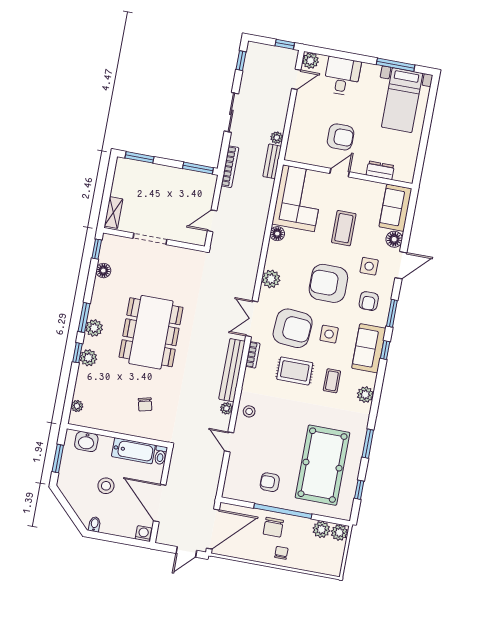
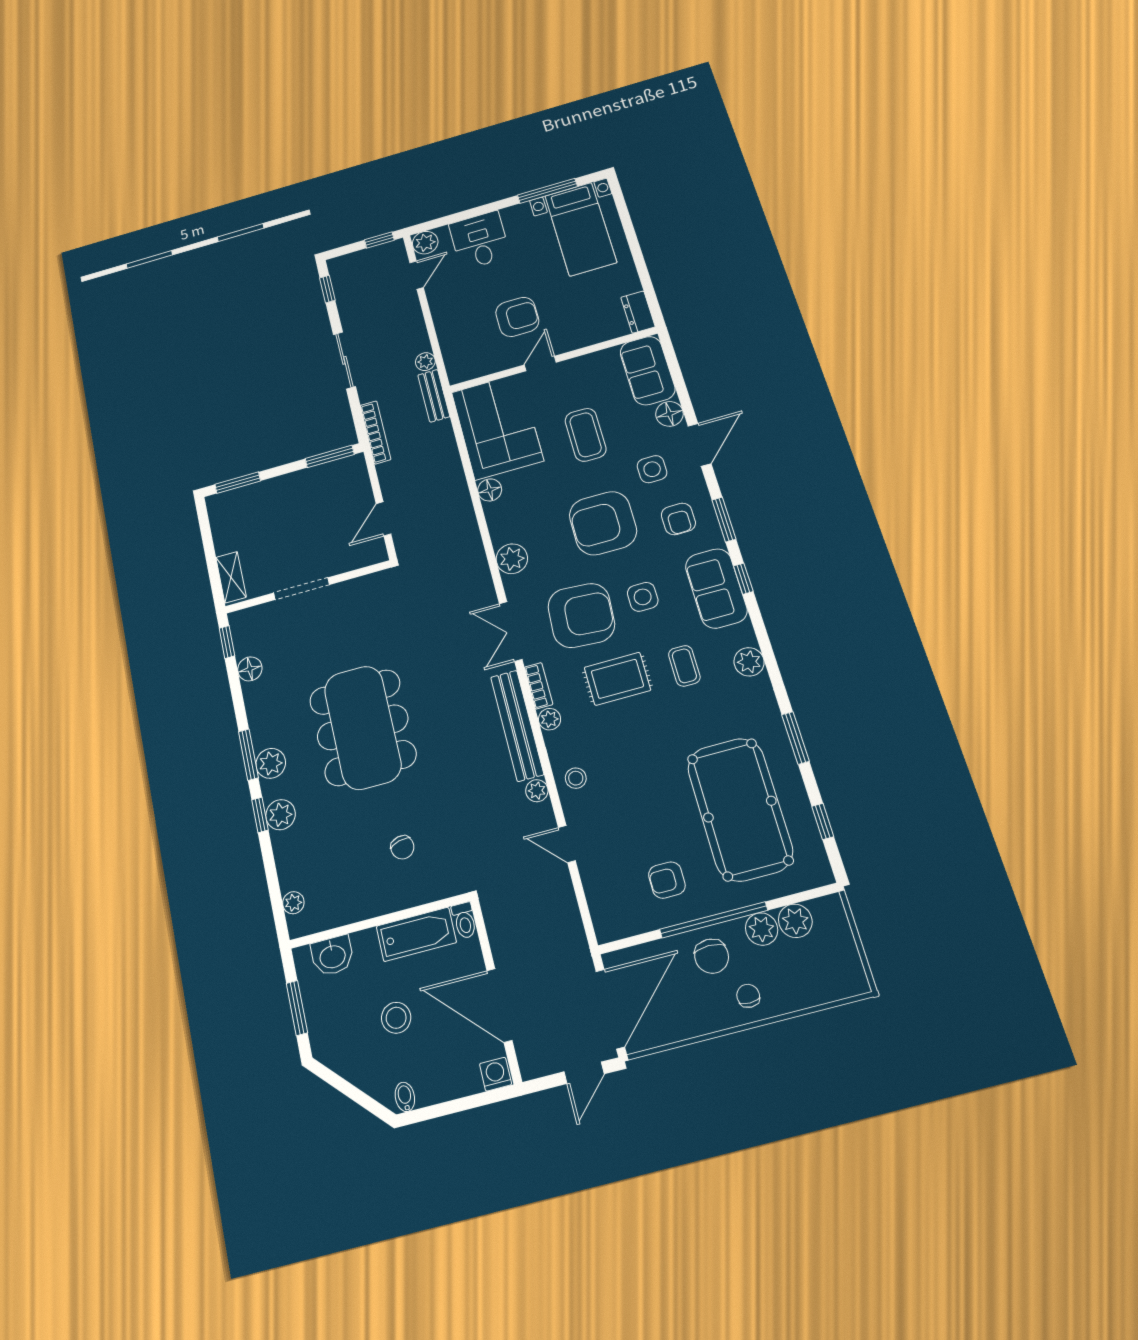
dresser: (380, 170) -> (638, 312), moved, turned -90
plant: (250, 375) -> (550, 719), added
plant: (339, 532) -> (762, 929), moved

